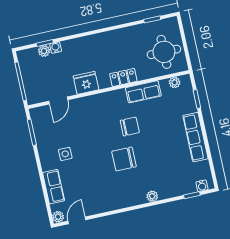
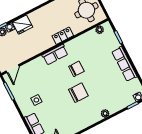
fridge: (86, 83) -> (22, 25), moved, turned 180
row of seats: (143, 92) -> (55, 55), moved
door: (58, 101) -> (13, 69), moved
chair: (124, 159) -> (78, 93), turned 180

